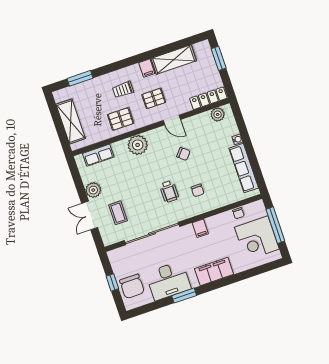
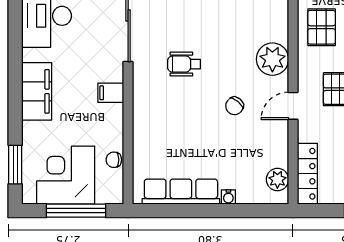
plant: (138, 145) -> (272, 59), moved
chair: (198, 190) -> (171, 108), removed
window: (184, 296) -> (15, 165), moved

